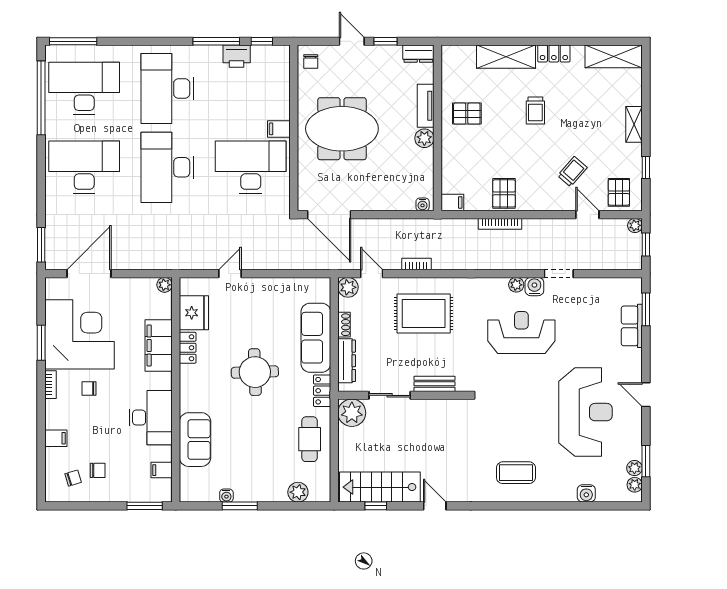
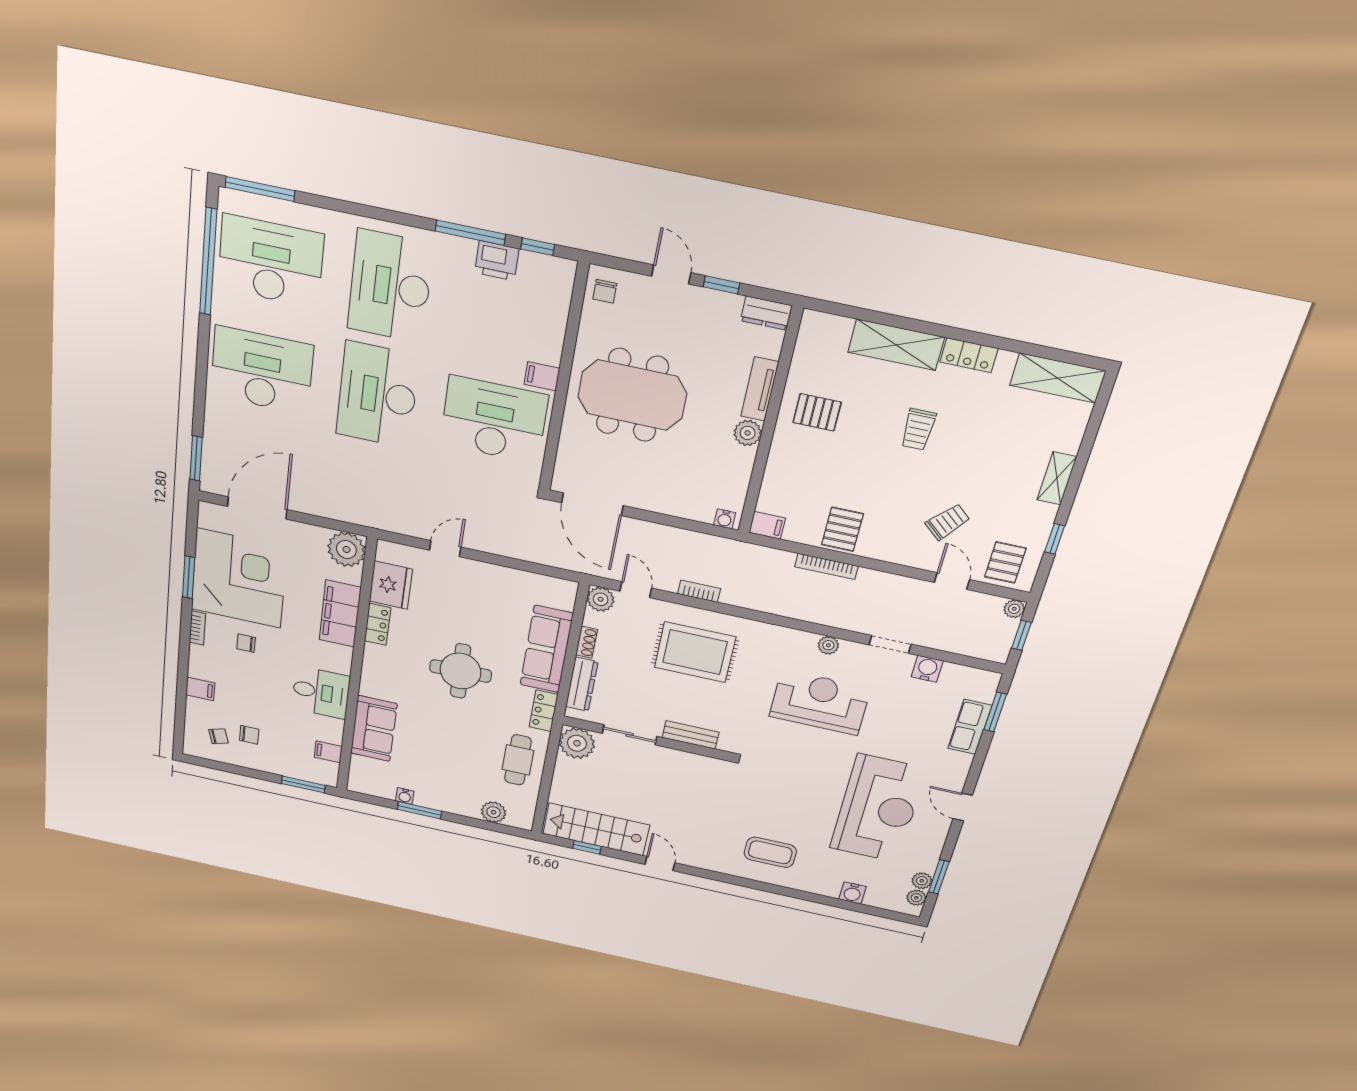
plant: (164, 285) -> (346, 549), width x1.88, depth x1.88
water cooler: (534, 287) -> (927, 669), moved
desk: (151, 418) -> (321, 692), width x0.73

